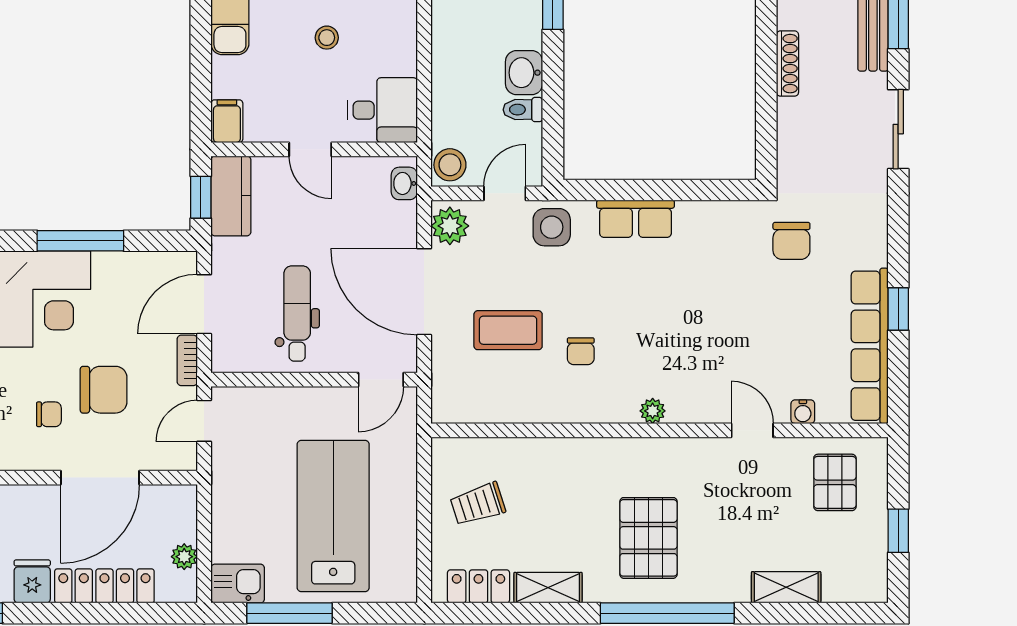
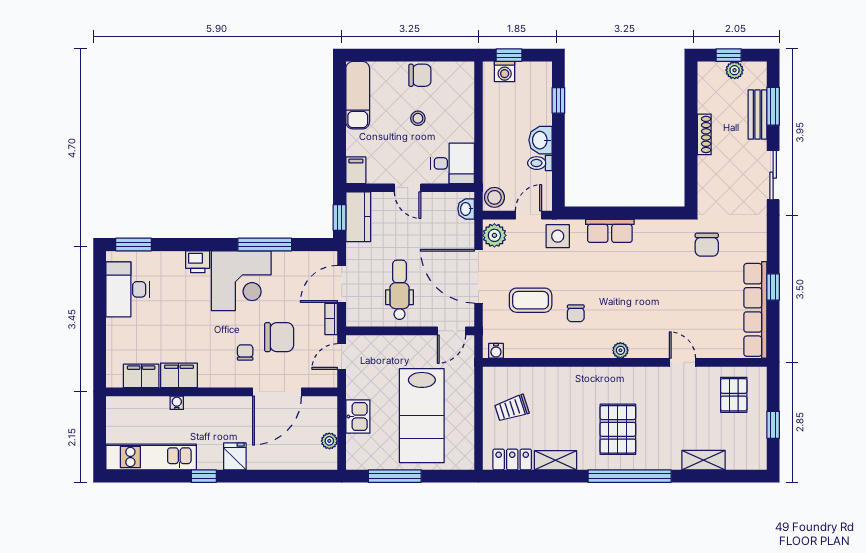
water cooler: (803, 412) -> (496, 351), moved
chair: (49, 414) -> (245, 352), turned -90
lab bench: (333, 516) -> (422, 416), turned 180
kitchen sink: (238, 584) -> (358, 417), moved, turned 90
locker: (104, 586) -> (280, 459), removed

